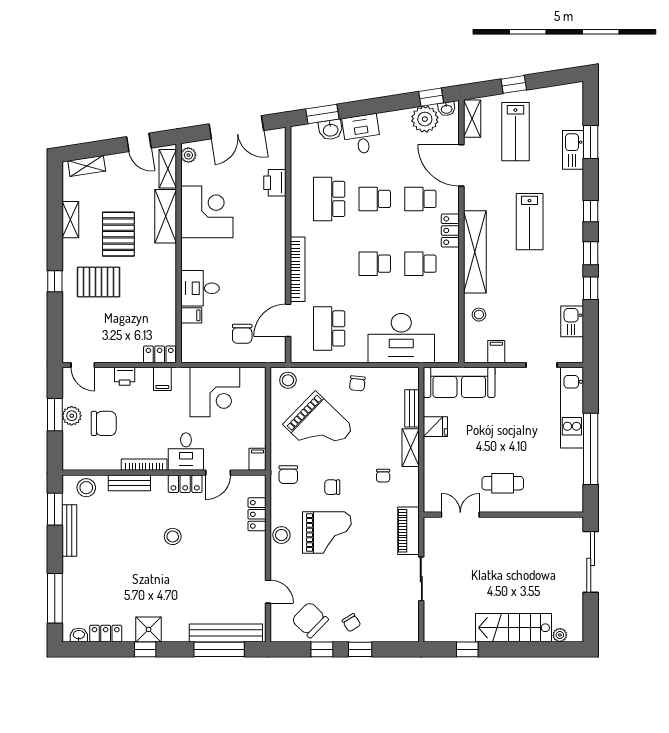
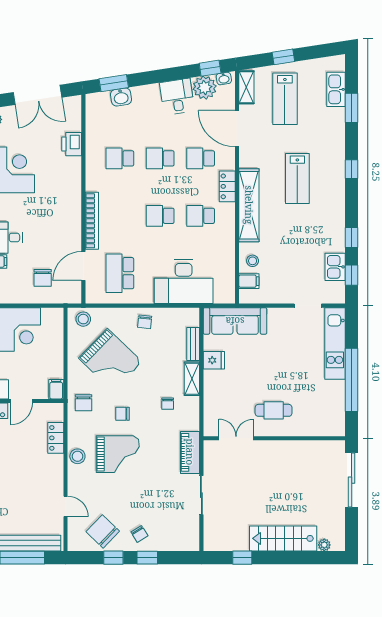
desk: (362, 134) -> (177, 97), moved
kitchen sink: (573, 150) -> (336, 89), moved
school desk: (329, 199) -> (120, 158), width x0.54
window: (591, 253) -> (352, 275), moved
filing cabinet: (496, 352) -> (249, 281), moved, turned 90

